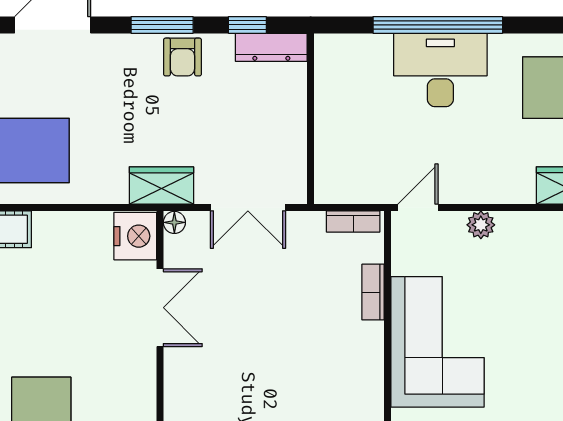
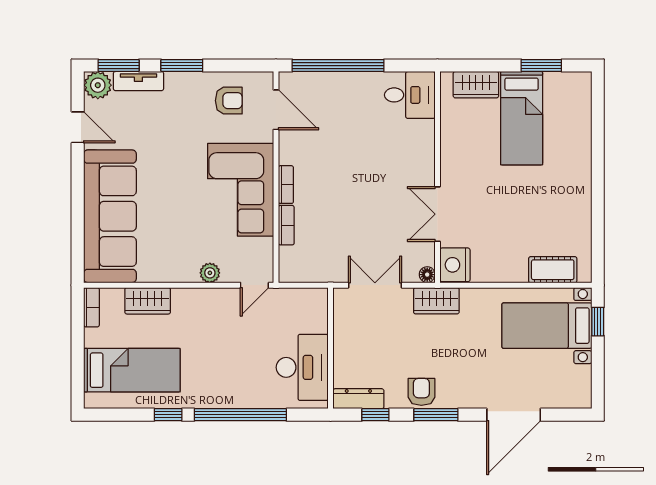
window: (540, 25) -> (168, 415), added
desk: (440, 70) -> (302, 367), moved, turned -90
bookcase: (353, 221) -> (286, 185), moved, turned 90

